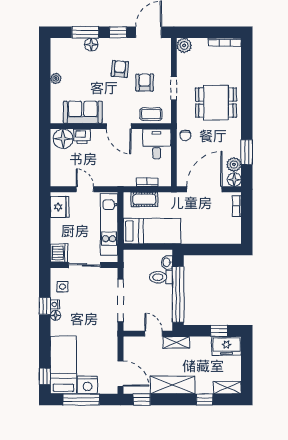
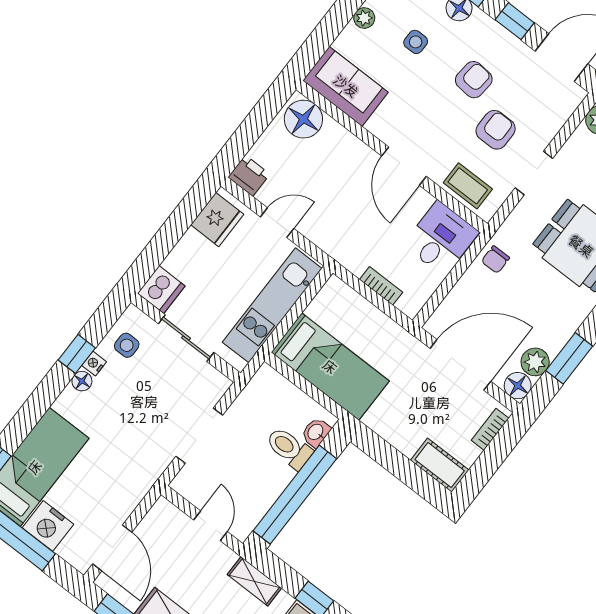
side table: (84, 72) -> (416, 42), added
sofa: (83, 112) -> (346, 86), moved
printer: (82, 136) -> (249, 176), moved, turned 180
door: (85, 189) -> (277, 223), hinge flipped
cot: (144, 199) -> (440, 465), moved
doorway: (121, 301) -> (199, 436), width x0.73
shelving: (176, 342) -> (254, 581), moved

